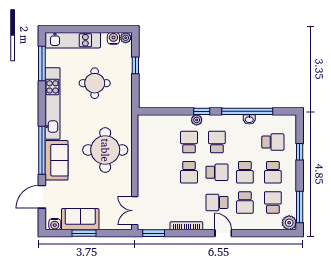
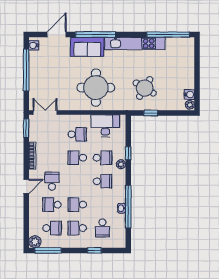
kitchen unit: (73, 40) -> (188, 60), removed
window: (42, 64) -> (168, 35), width x1.46
window: (135, 65) -> (151, 113), moved
round table: (95, 83) -> (145, 88), moved, turned 31
window: (202, 111) -> (128, 153), moved
desk: (151, 139) -> (105, 126), added
school desk: (217, 172) -> (77, 134), moved, turned -90
door: (42, 197) -> (57, 35), hinge flipped
sofa: (80, 219) -> (38, 67), removed
window: (84, 233) -> (26, 70), width x2.11

